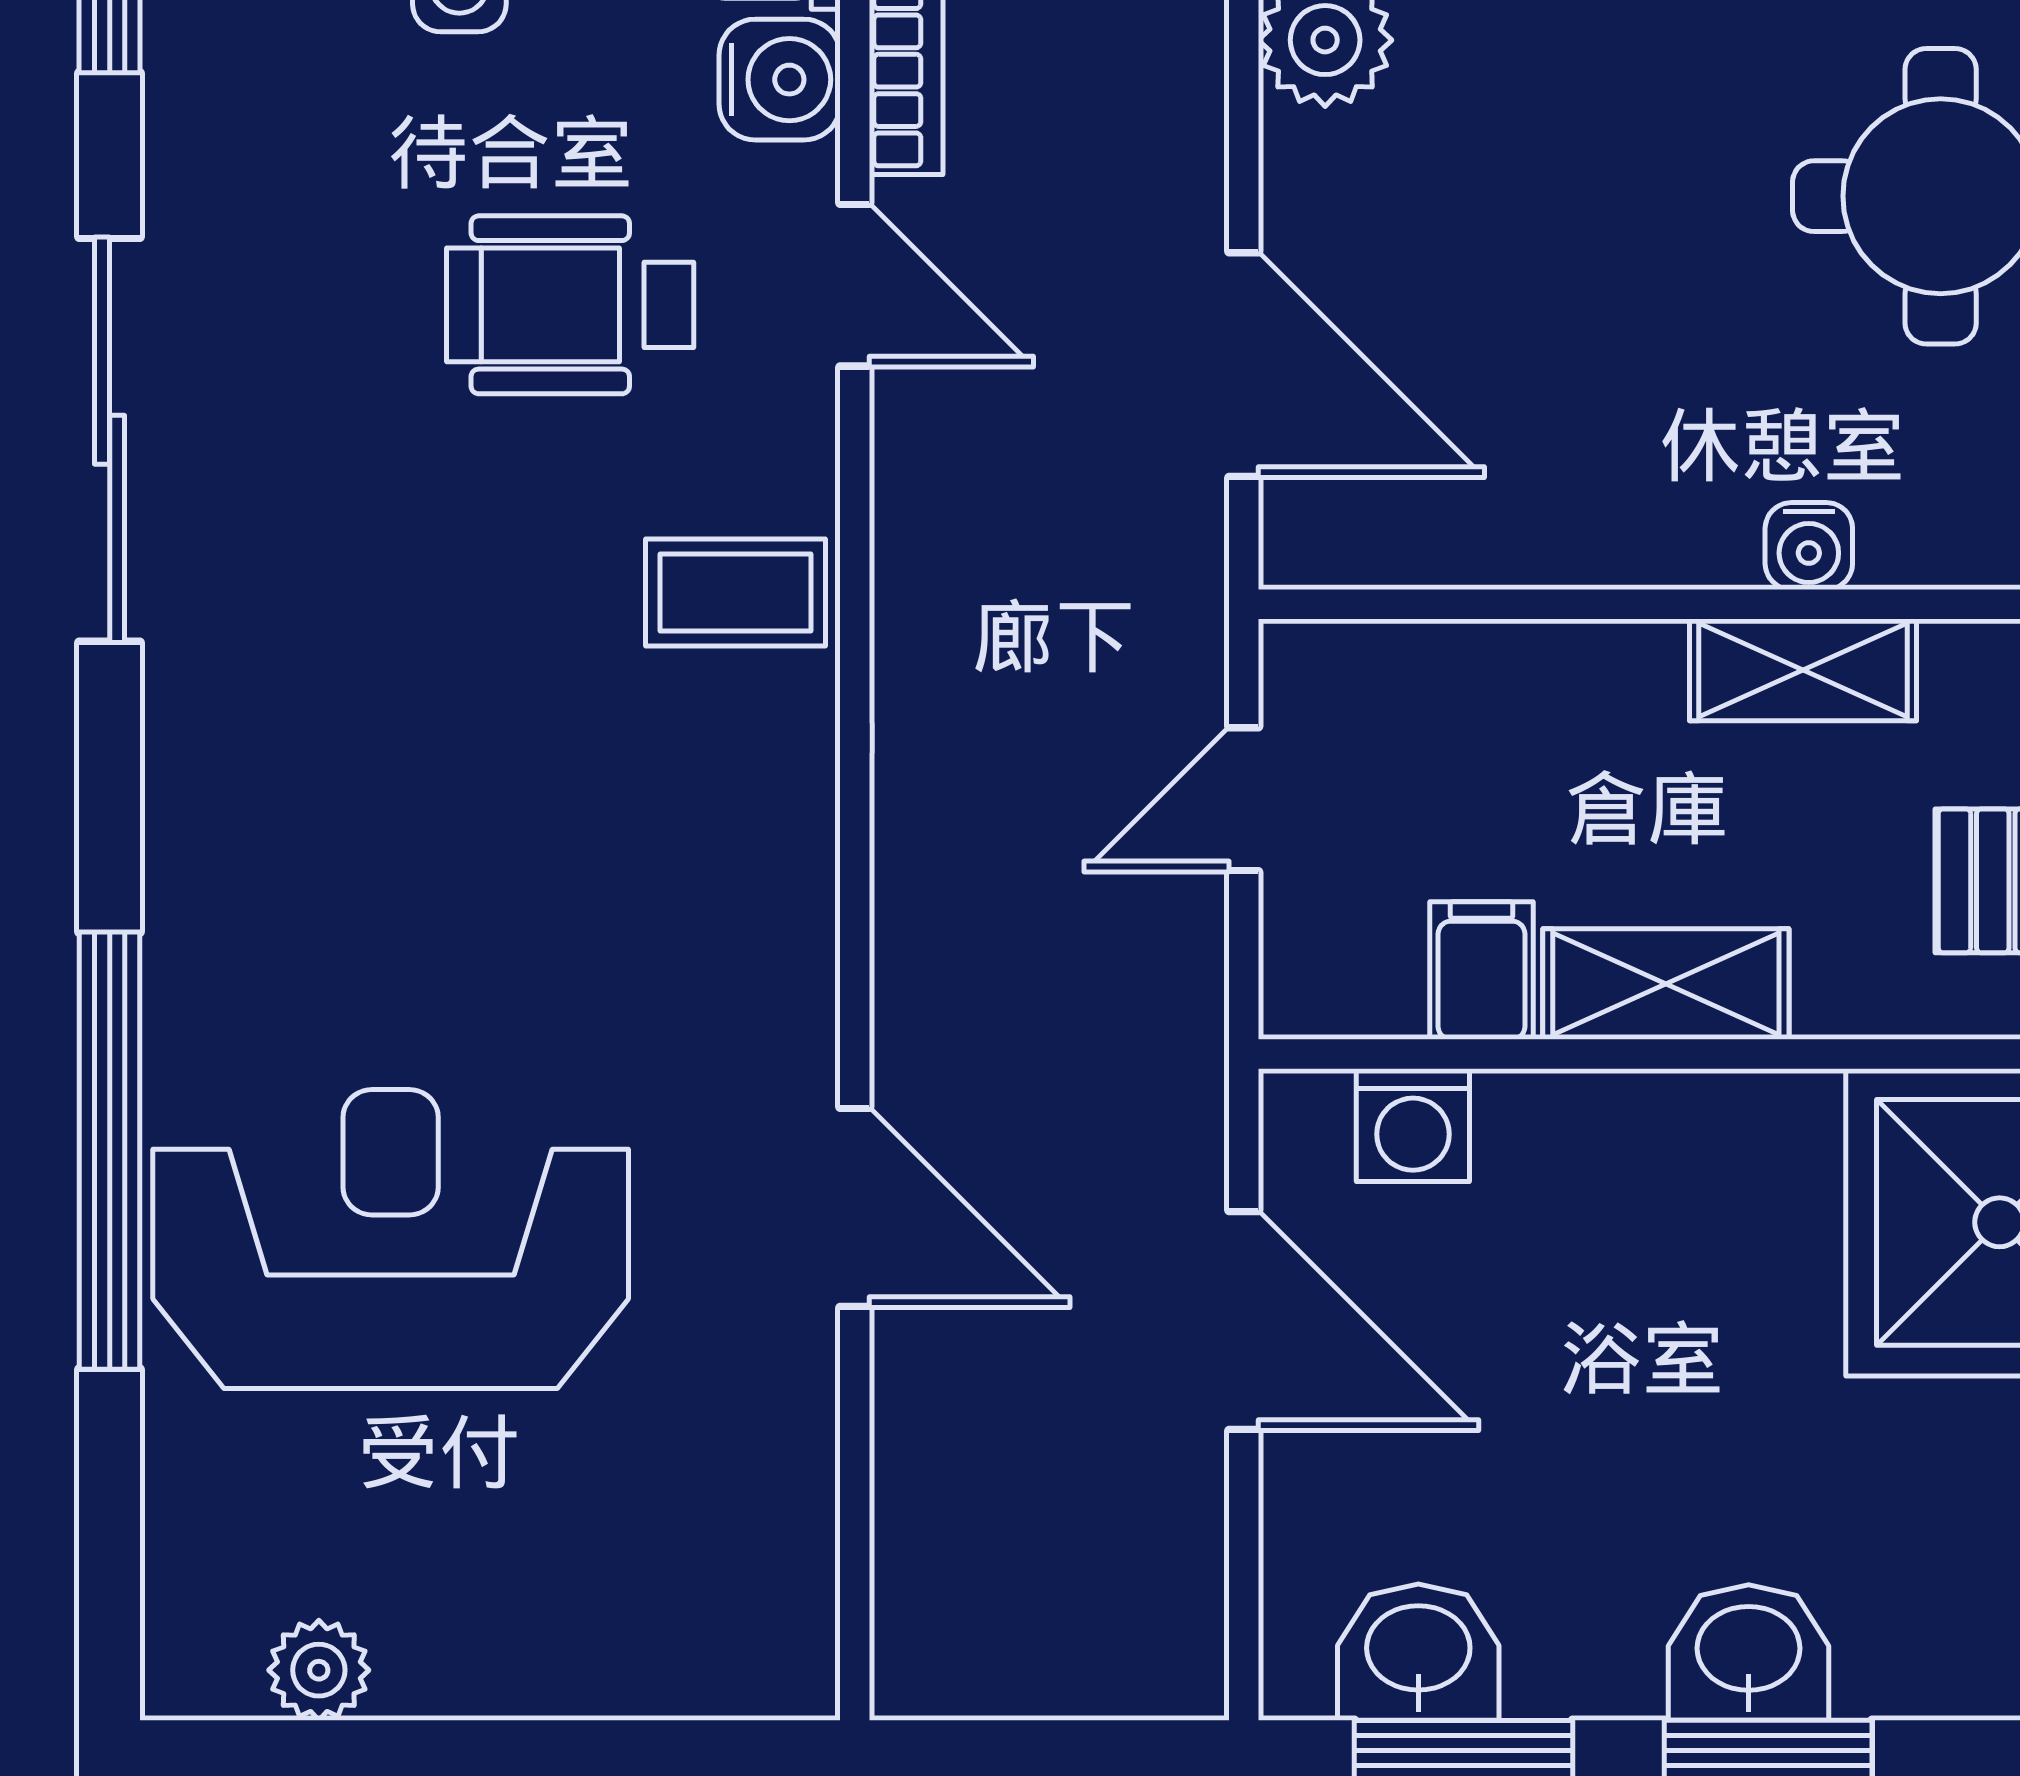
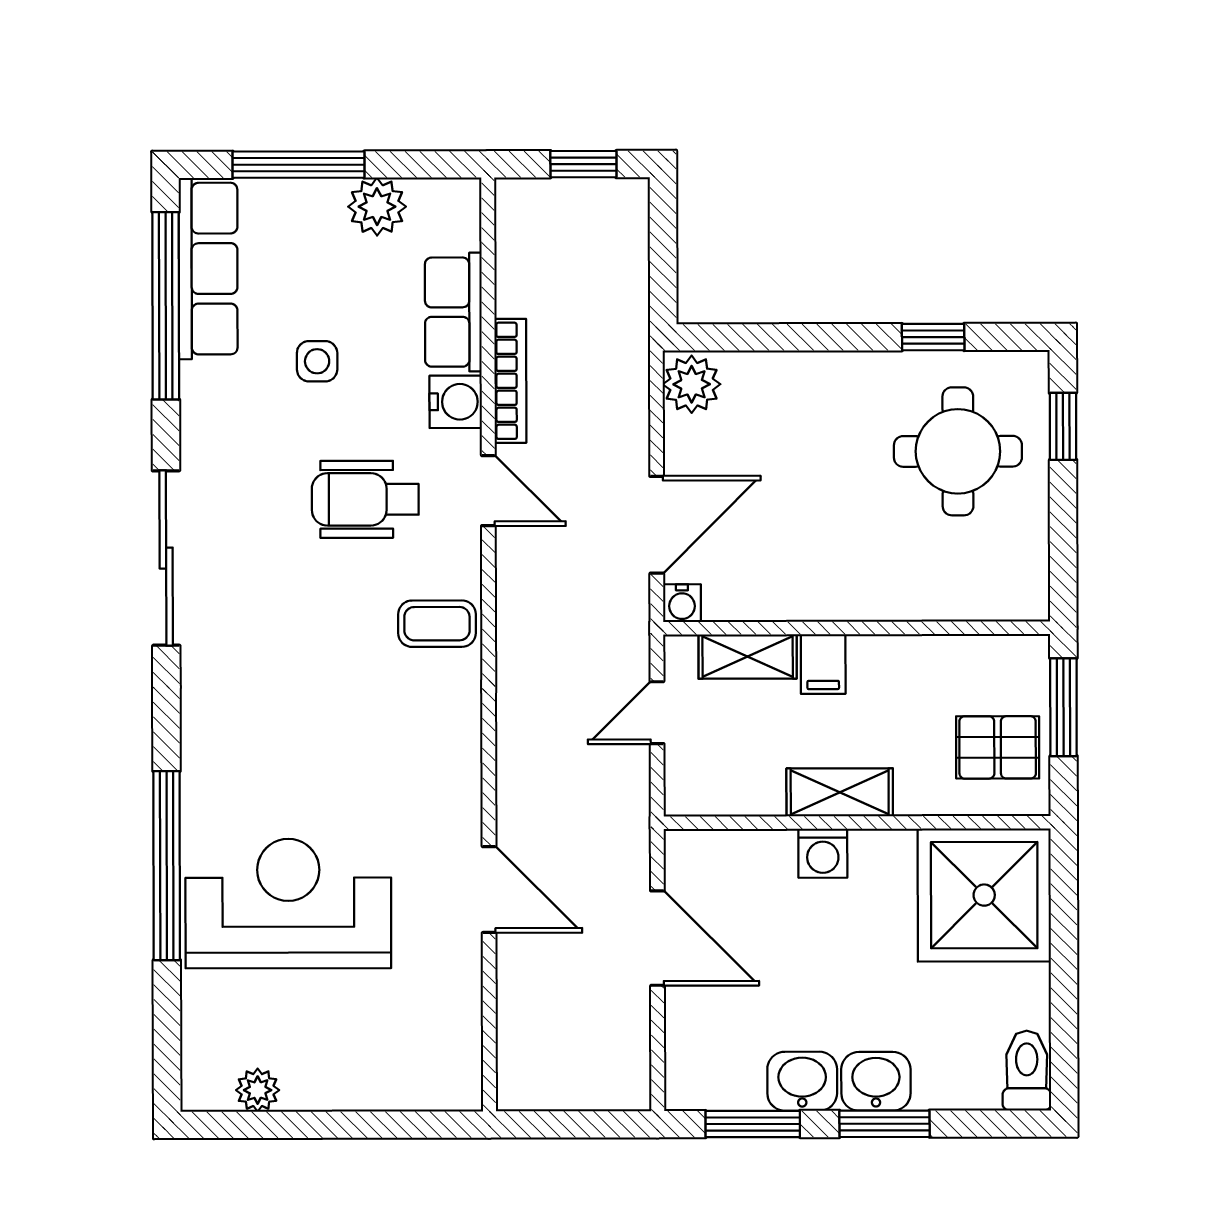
door: (1244, 365) -> (657, 525), hinge flipped
water cooler: (1809, 546) -> (682, 603), moved
shelving: (1803, 670) -> (748, 657), moved
filing cabinet: (1482, 971) -> (823, 664), moved, turned 180
washing machine: (1413, 1125) -> (823, 853), moved
washbasin: (1418, 1652) -> (802, 1081), moved

